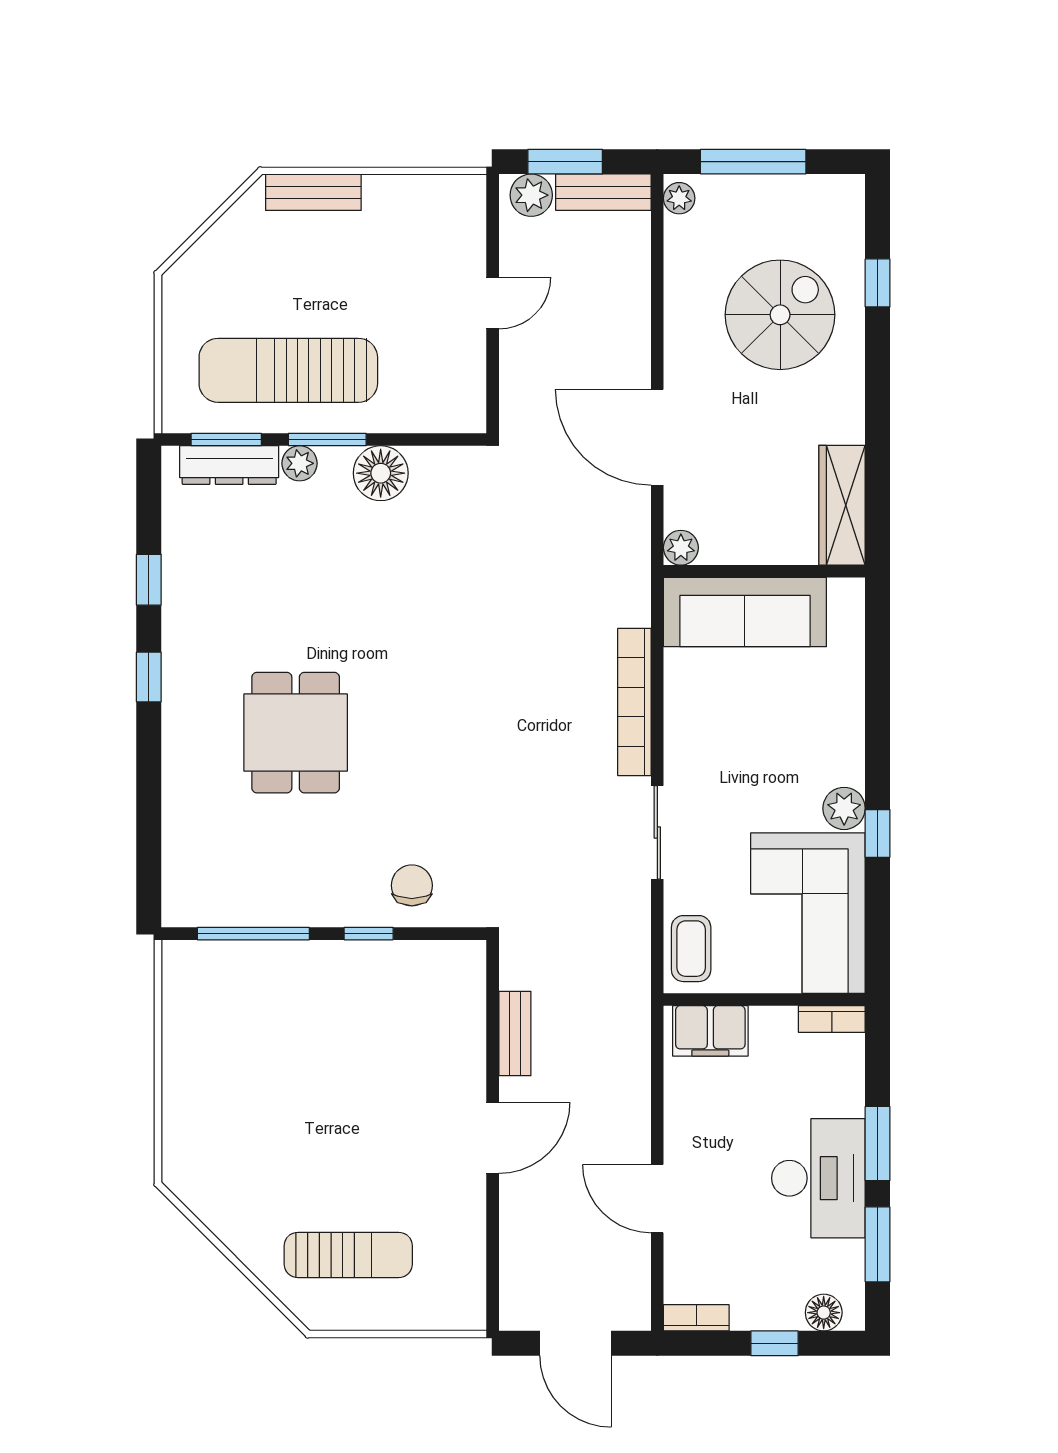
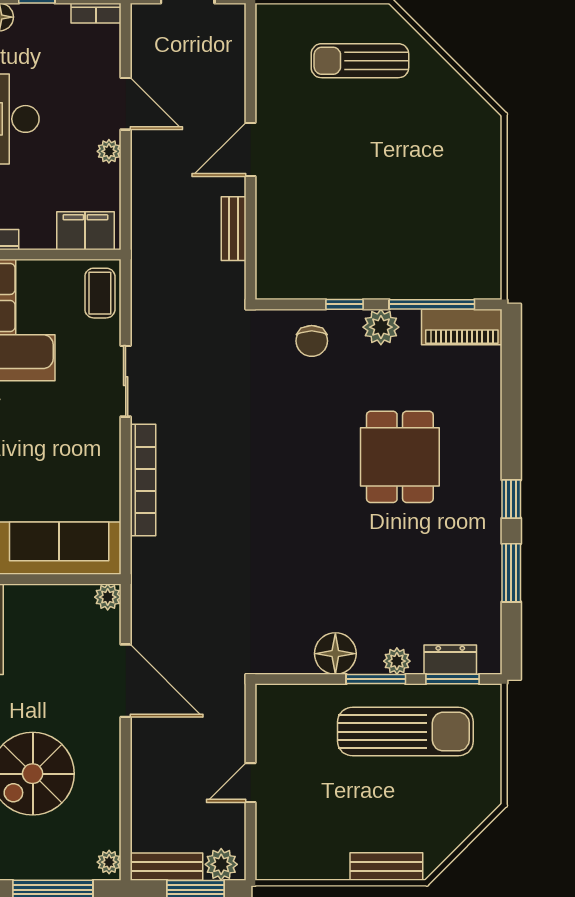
dresser: (229, 465) -> (450, 660), width x0.70
window: (149, 580) -> (511, 573), width x1.50
piano: (214, 904) -> (462, 327), added
plant: (321, 904) -> (381, 327), added
plant: (679, 1136) -> (109, 151), added

